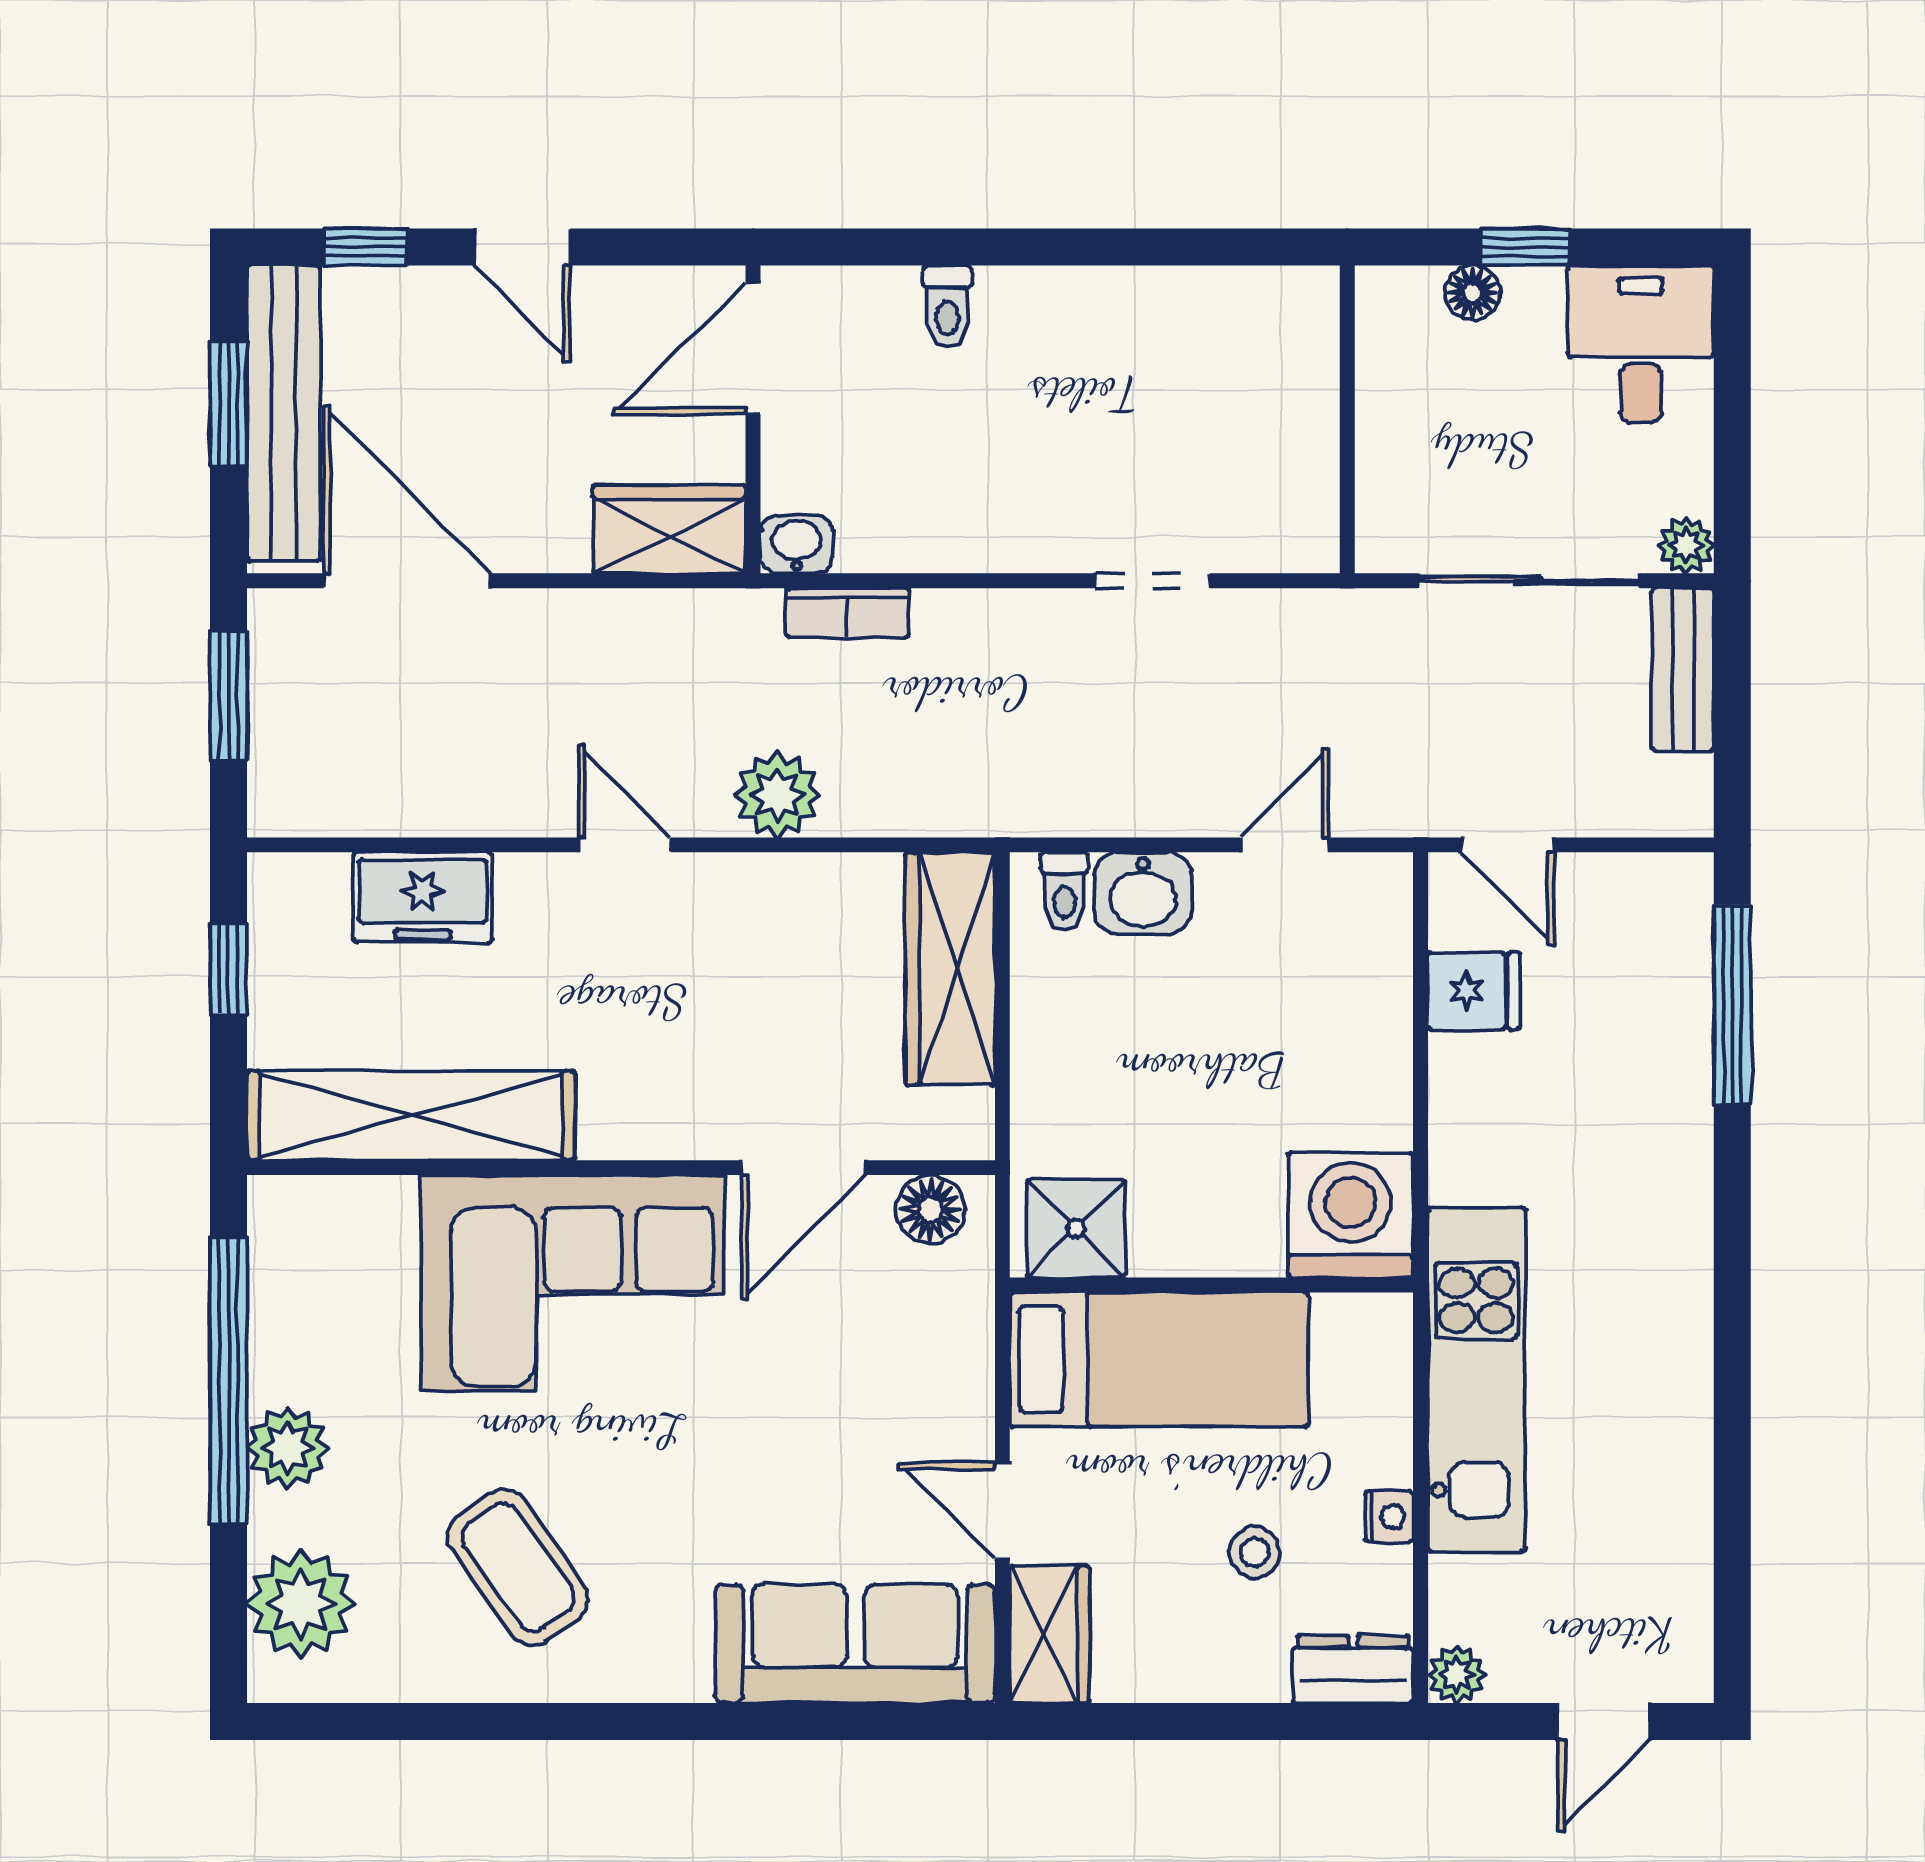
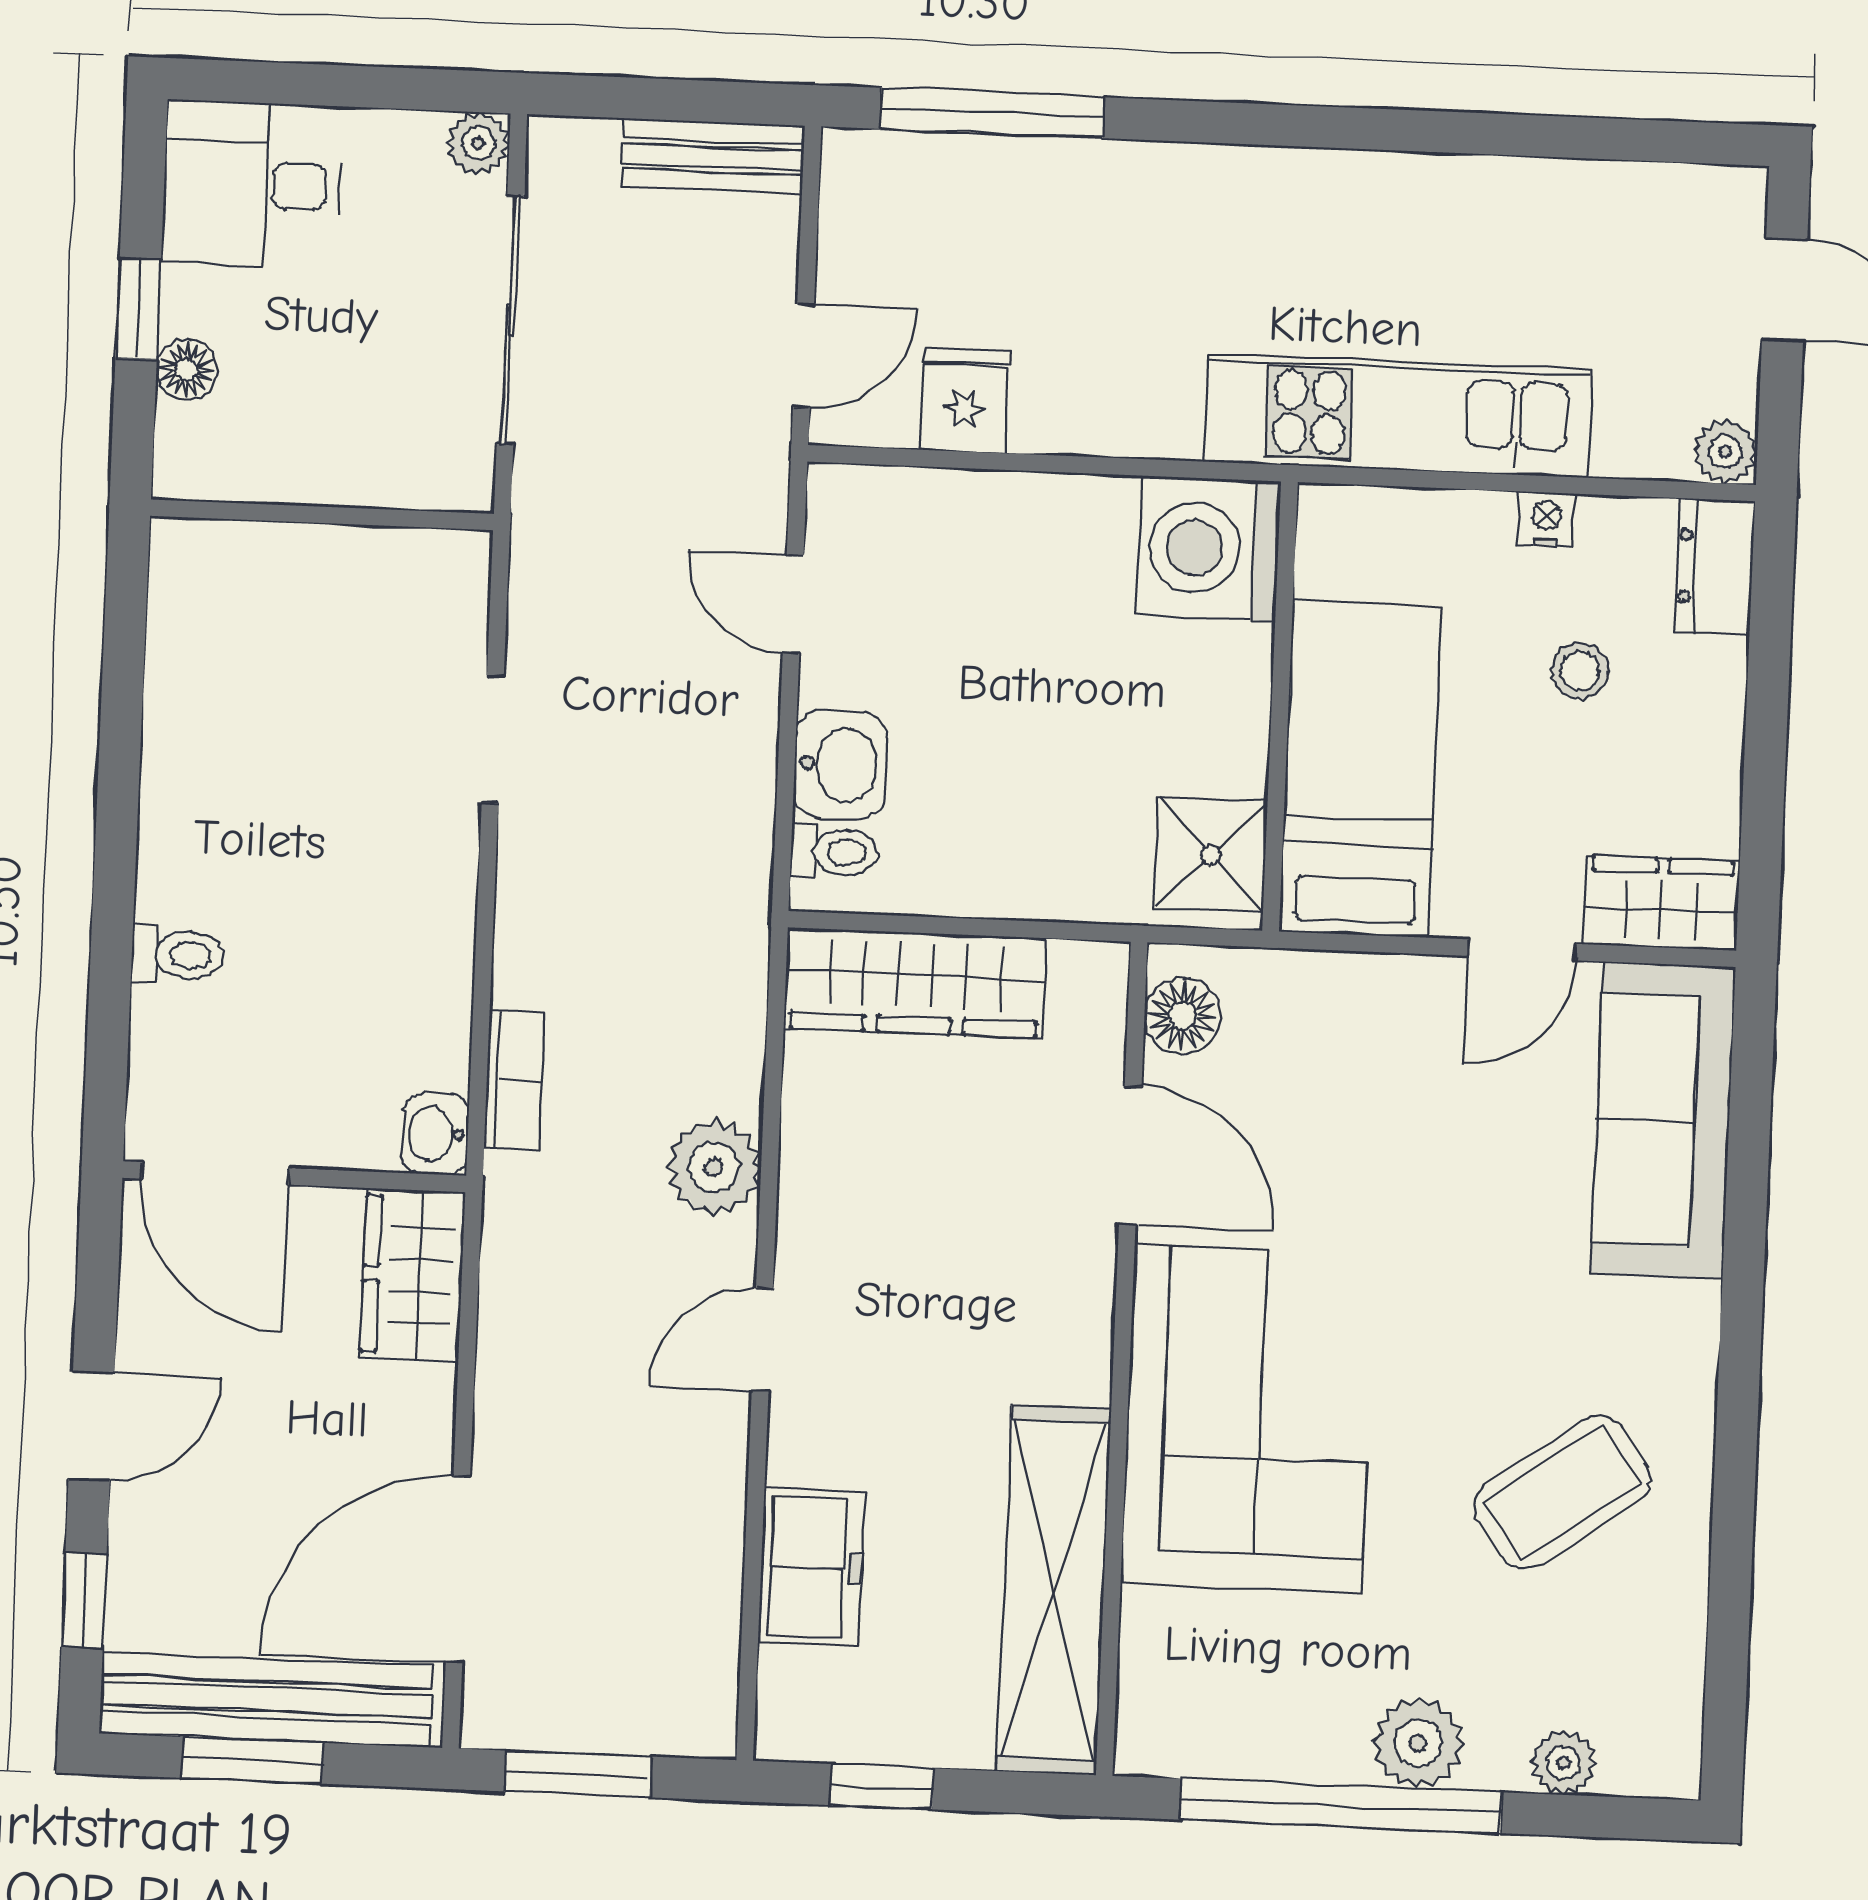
bench: (1683, 669) -> (713, 157), moved
plant: (301, 1604) -> (1563, 1763), width x0.53, depth x0.53

